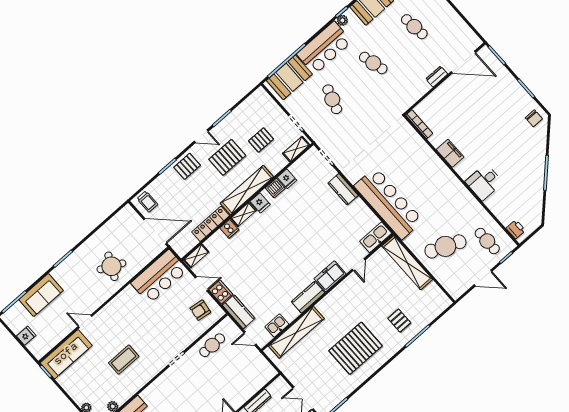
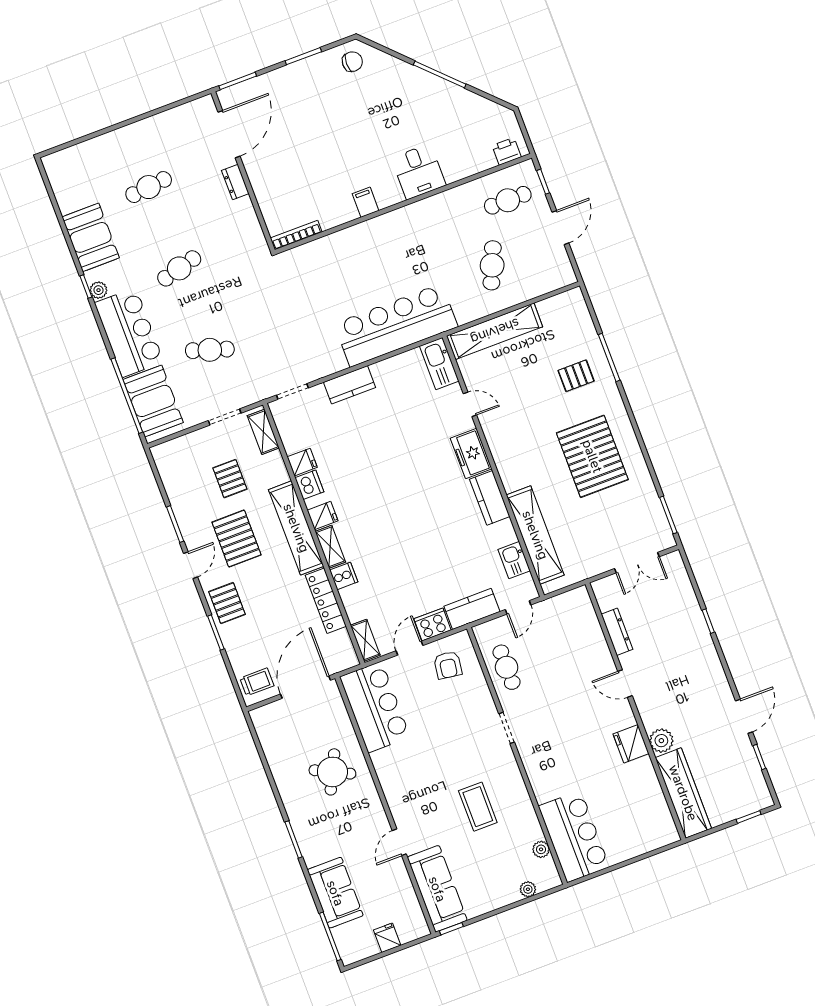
filing cabinet: (450, 153) -> (366, 202), width x0.50
cafe table: (445, 246) -> (492, 265), width x0.73, depth x0.74

